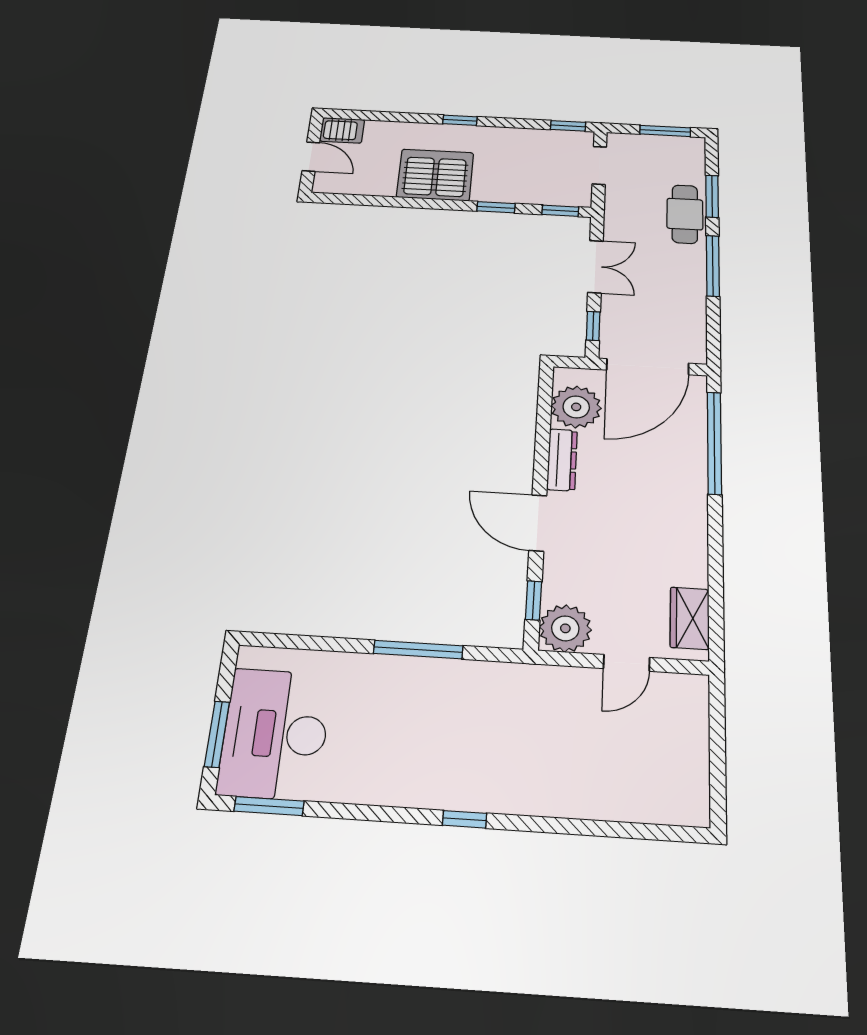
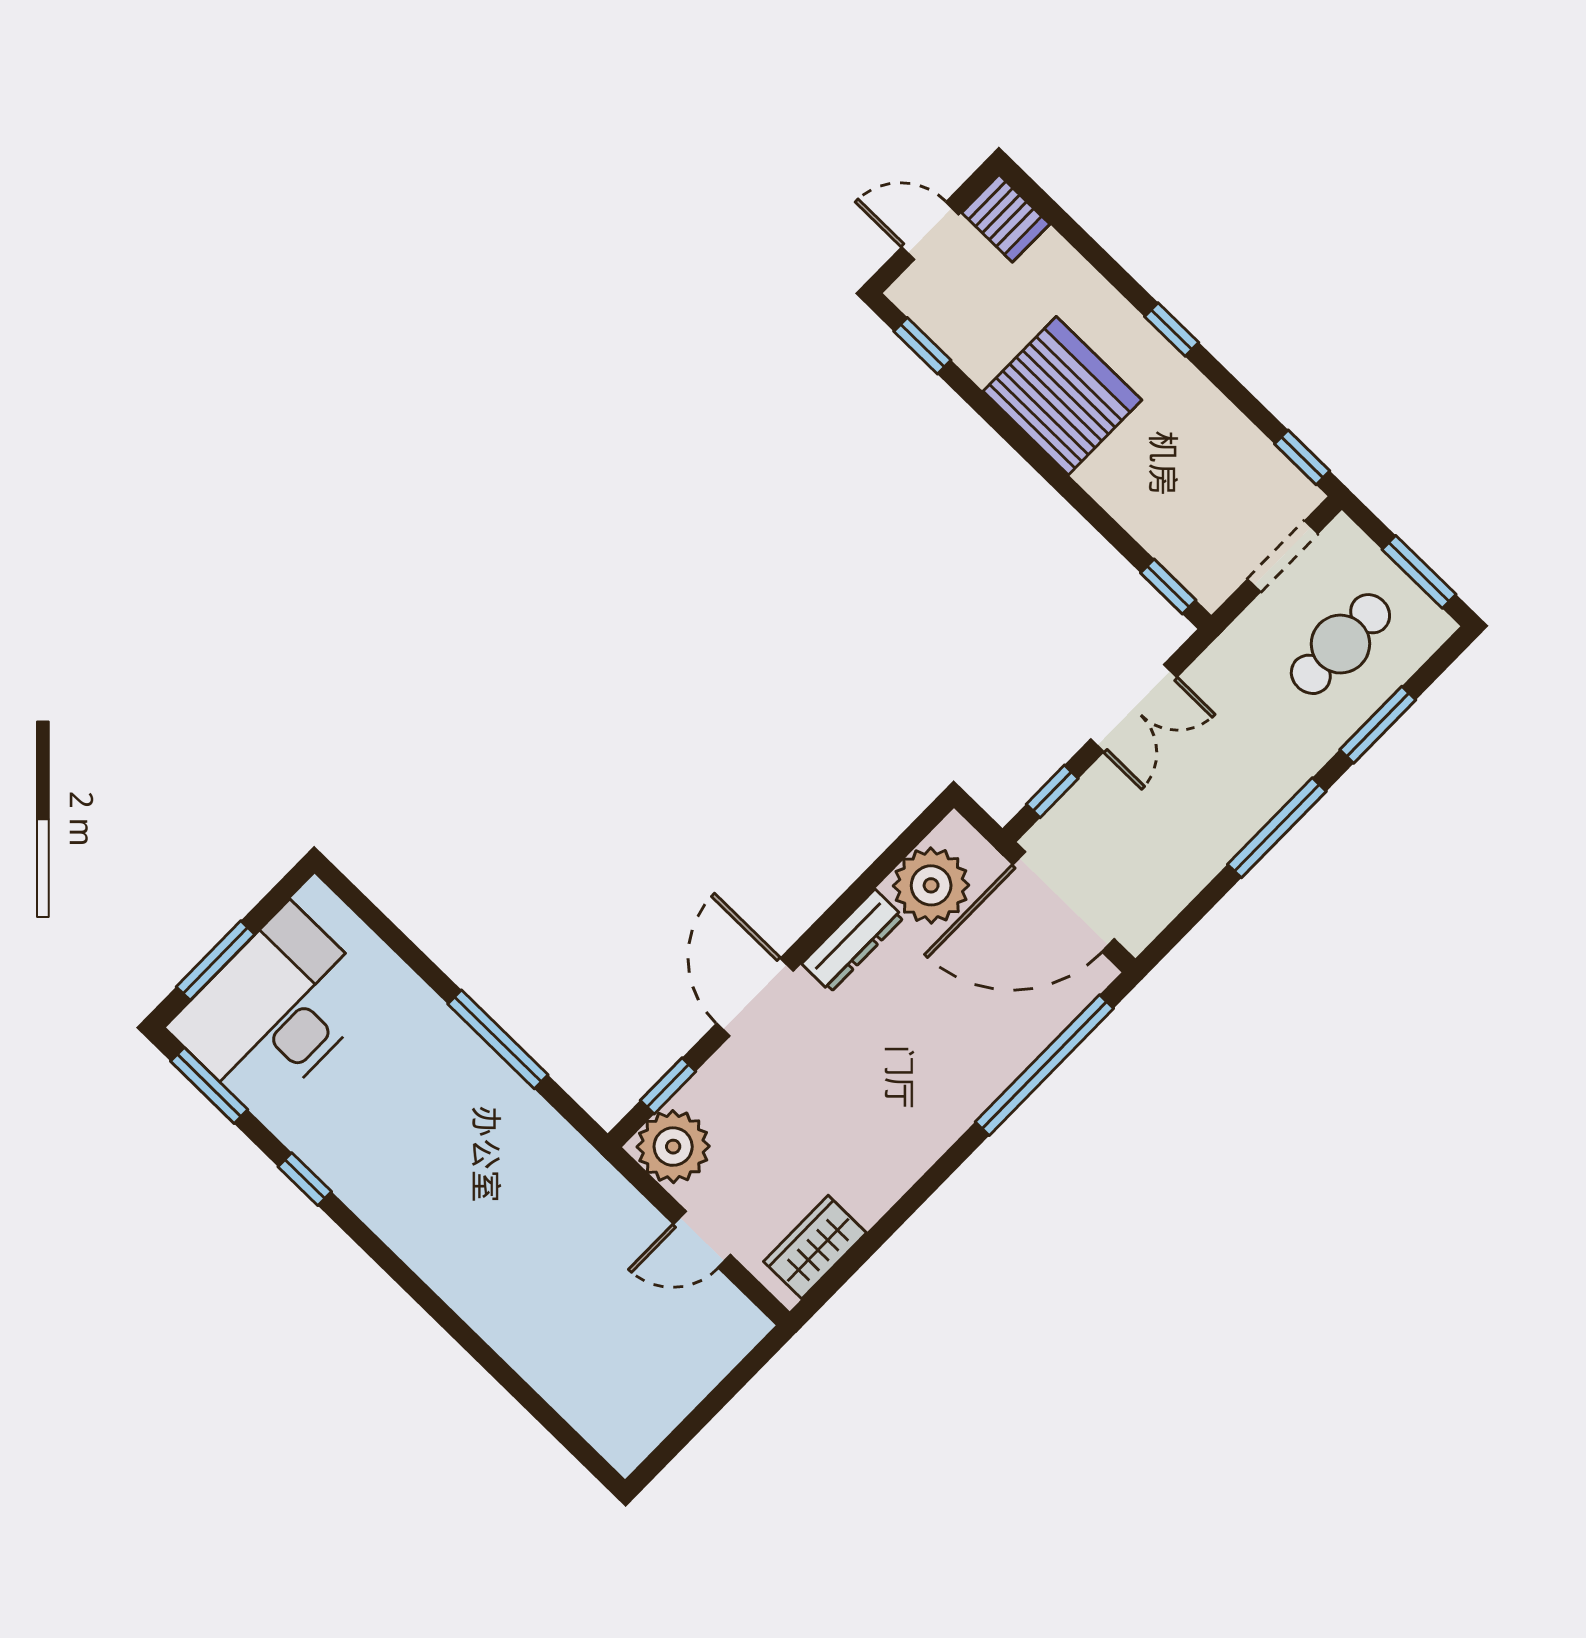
door: (311, 157) -> (930, 231), swing flipped
window: (496, 207) -> (922, 346), moved
cafe table: (685, 214) -> (1340, 644), moved
window: (465, 819) -> (305, 1179), moved

